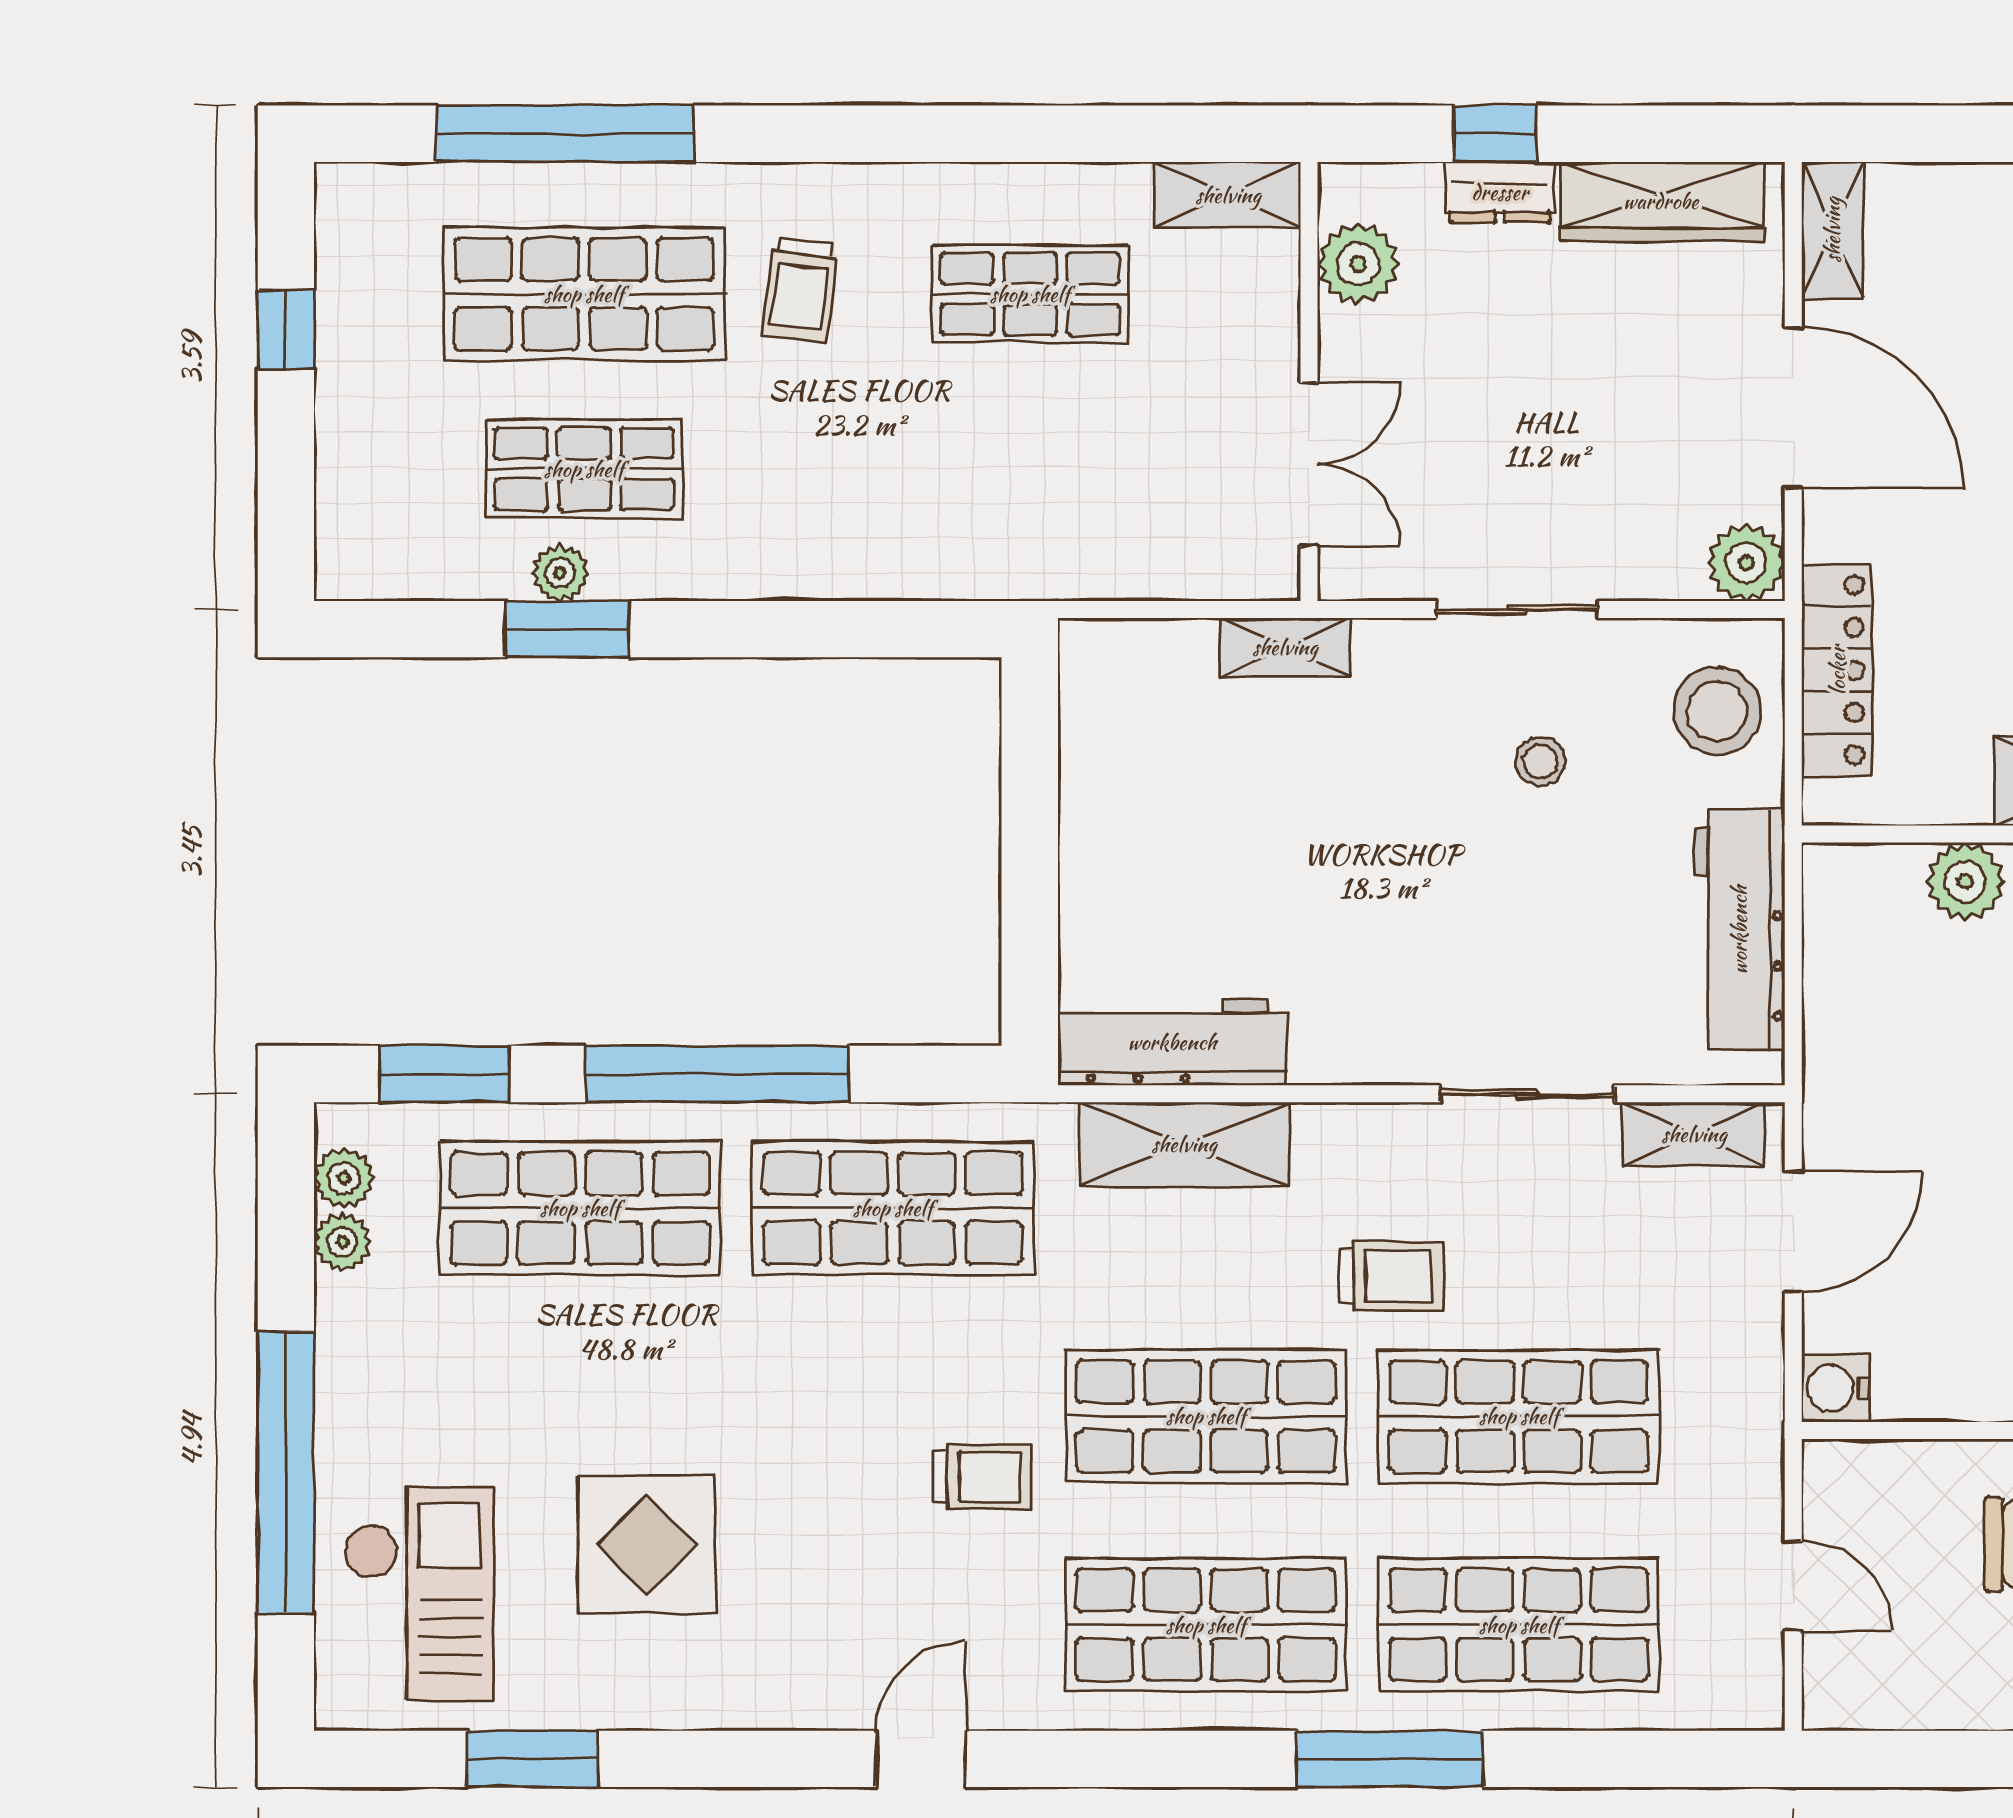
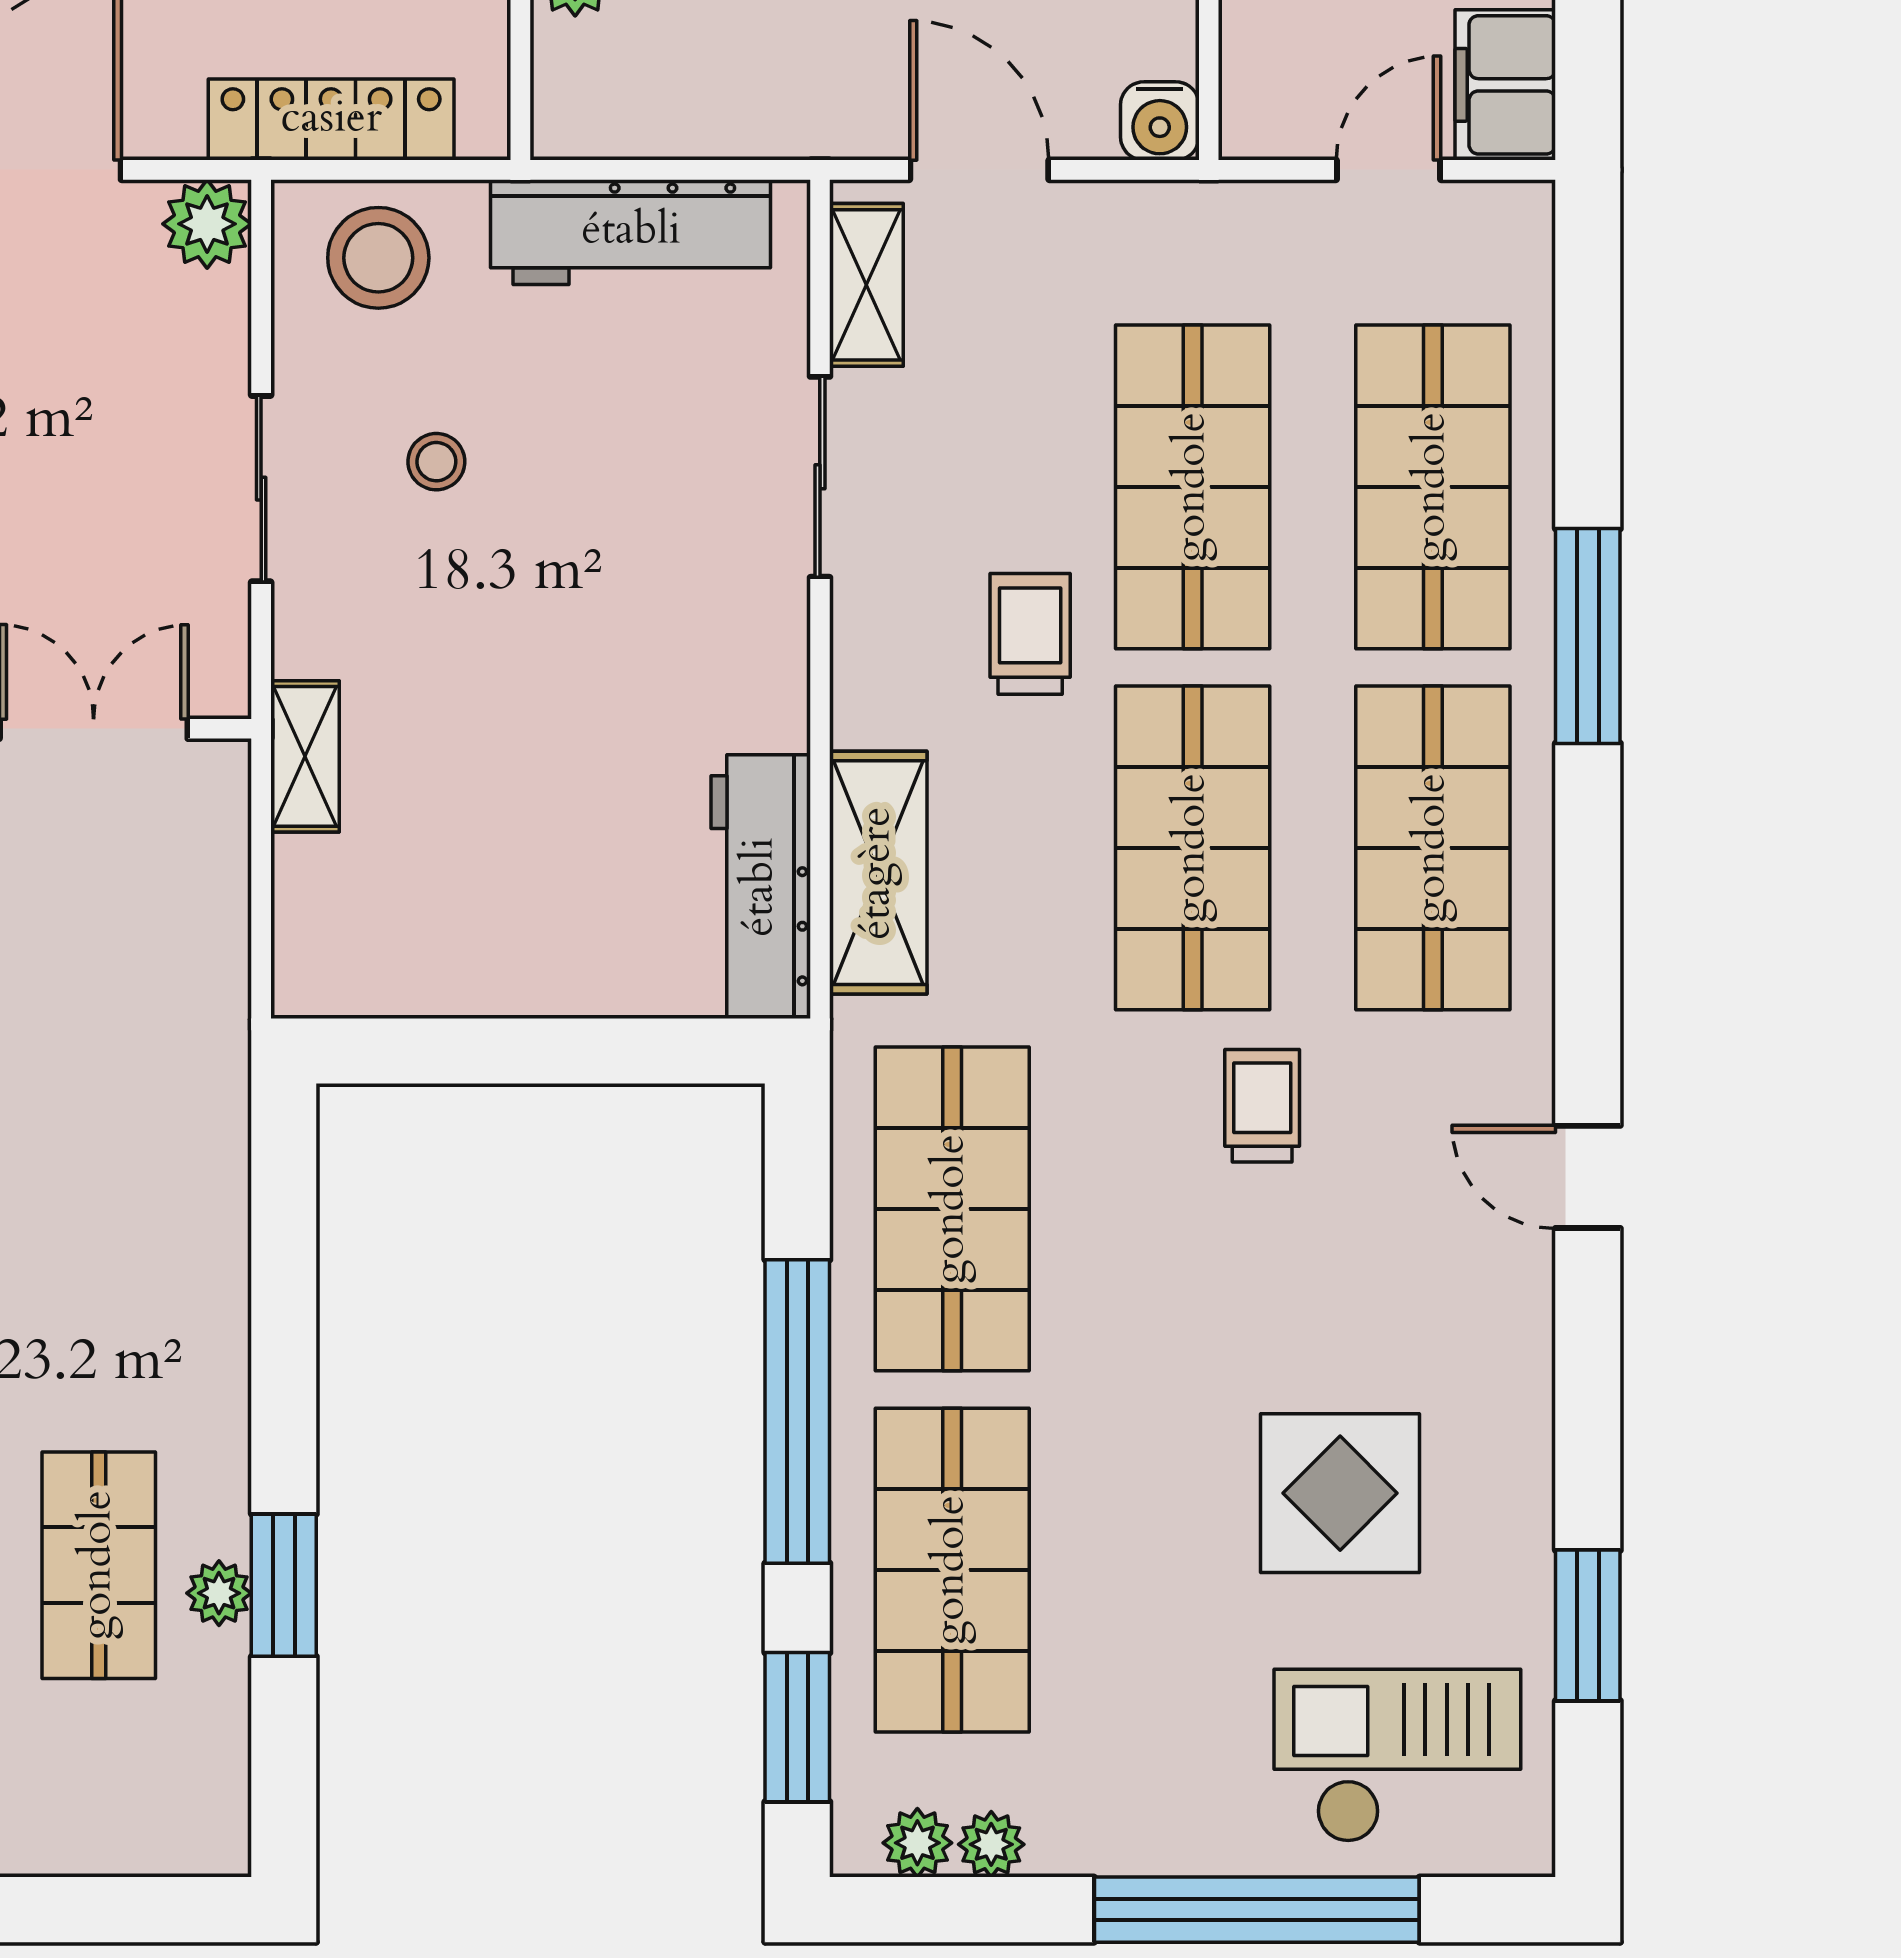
filing cabinet: (1867, 1687) -> (1505, 85), added

